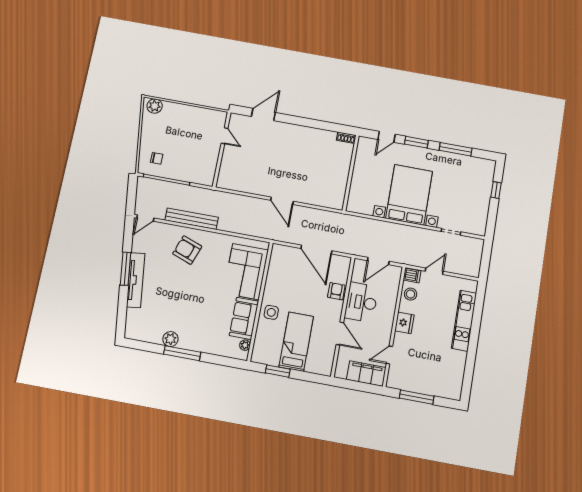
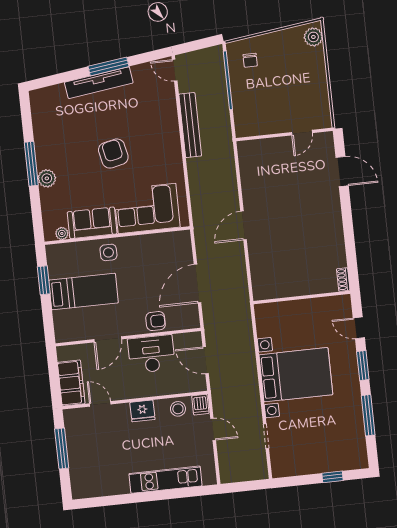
armchair: (187, 250) -> (113, 154), moved, turned -32
plant: (170, 339) -> (47, 178), moved

